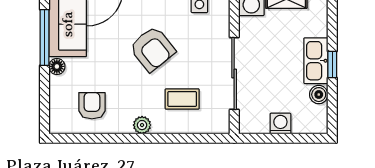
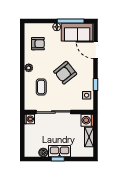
washing machine: (280, 124) -> (29, 119), moved

